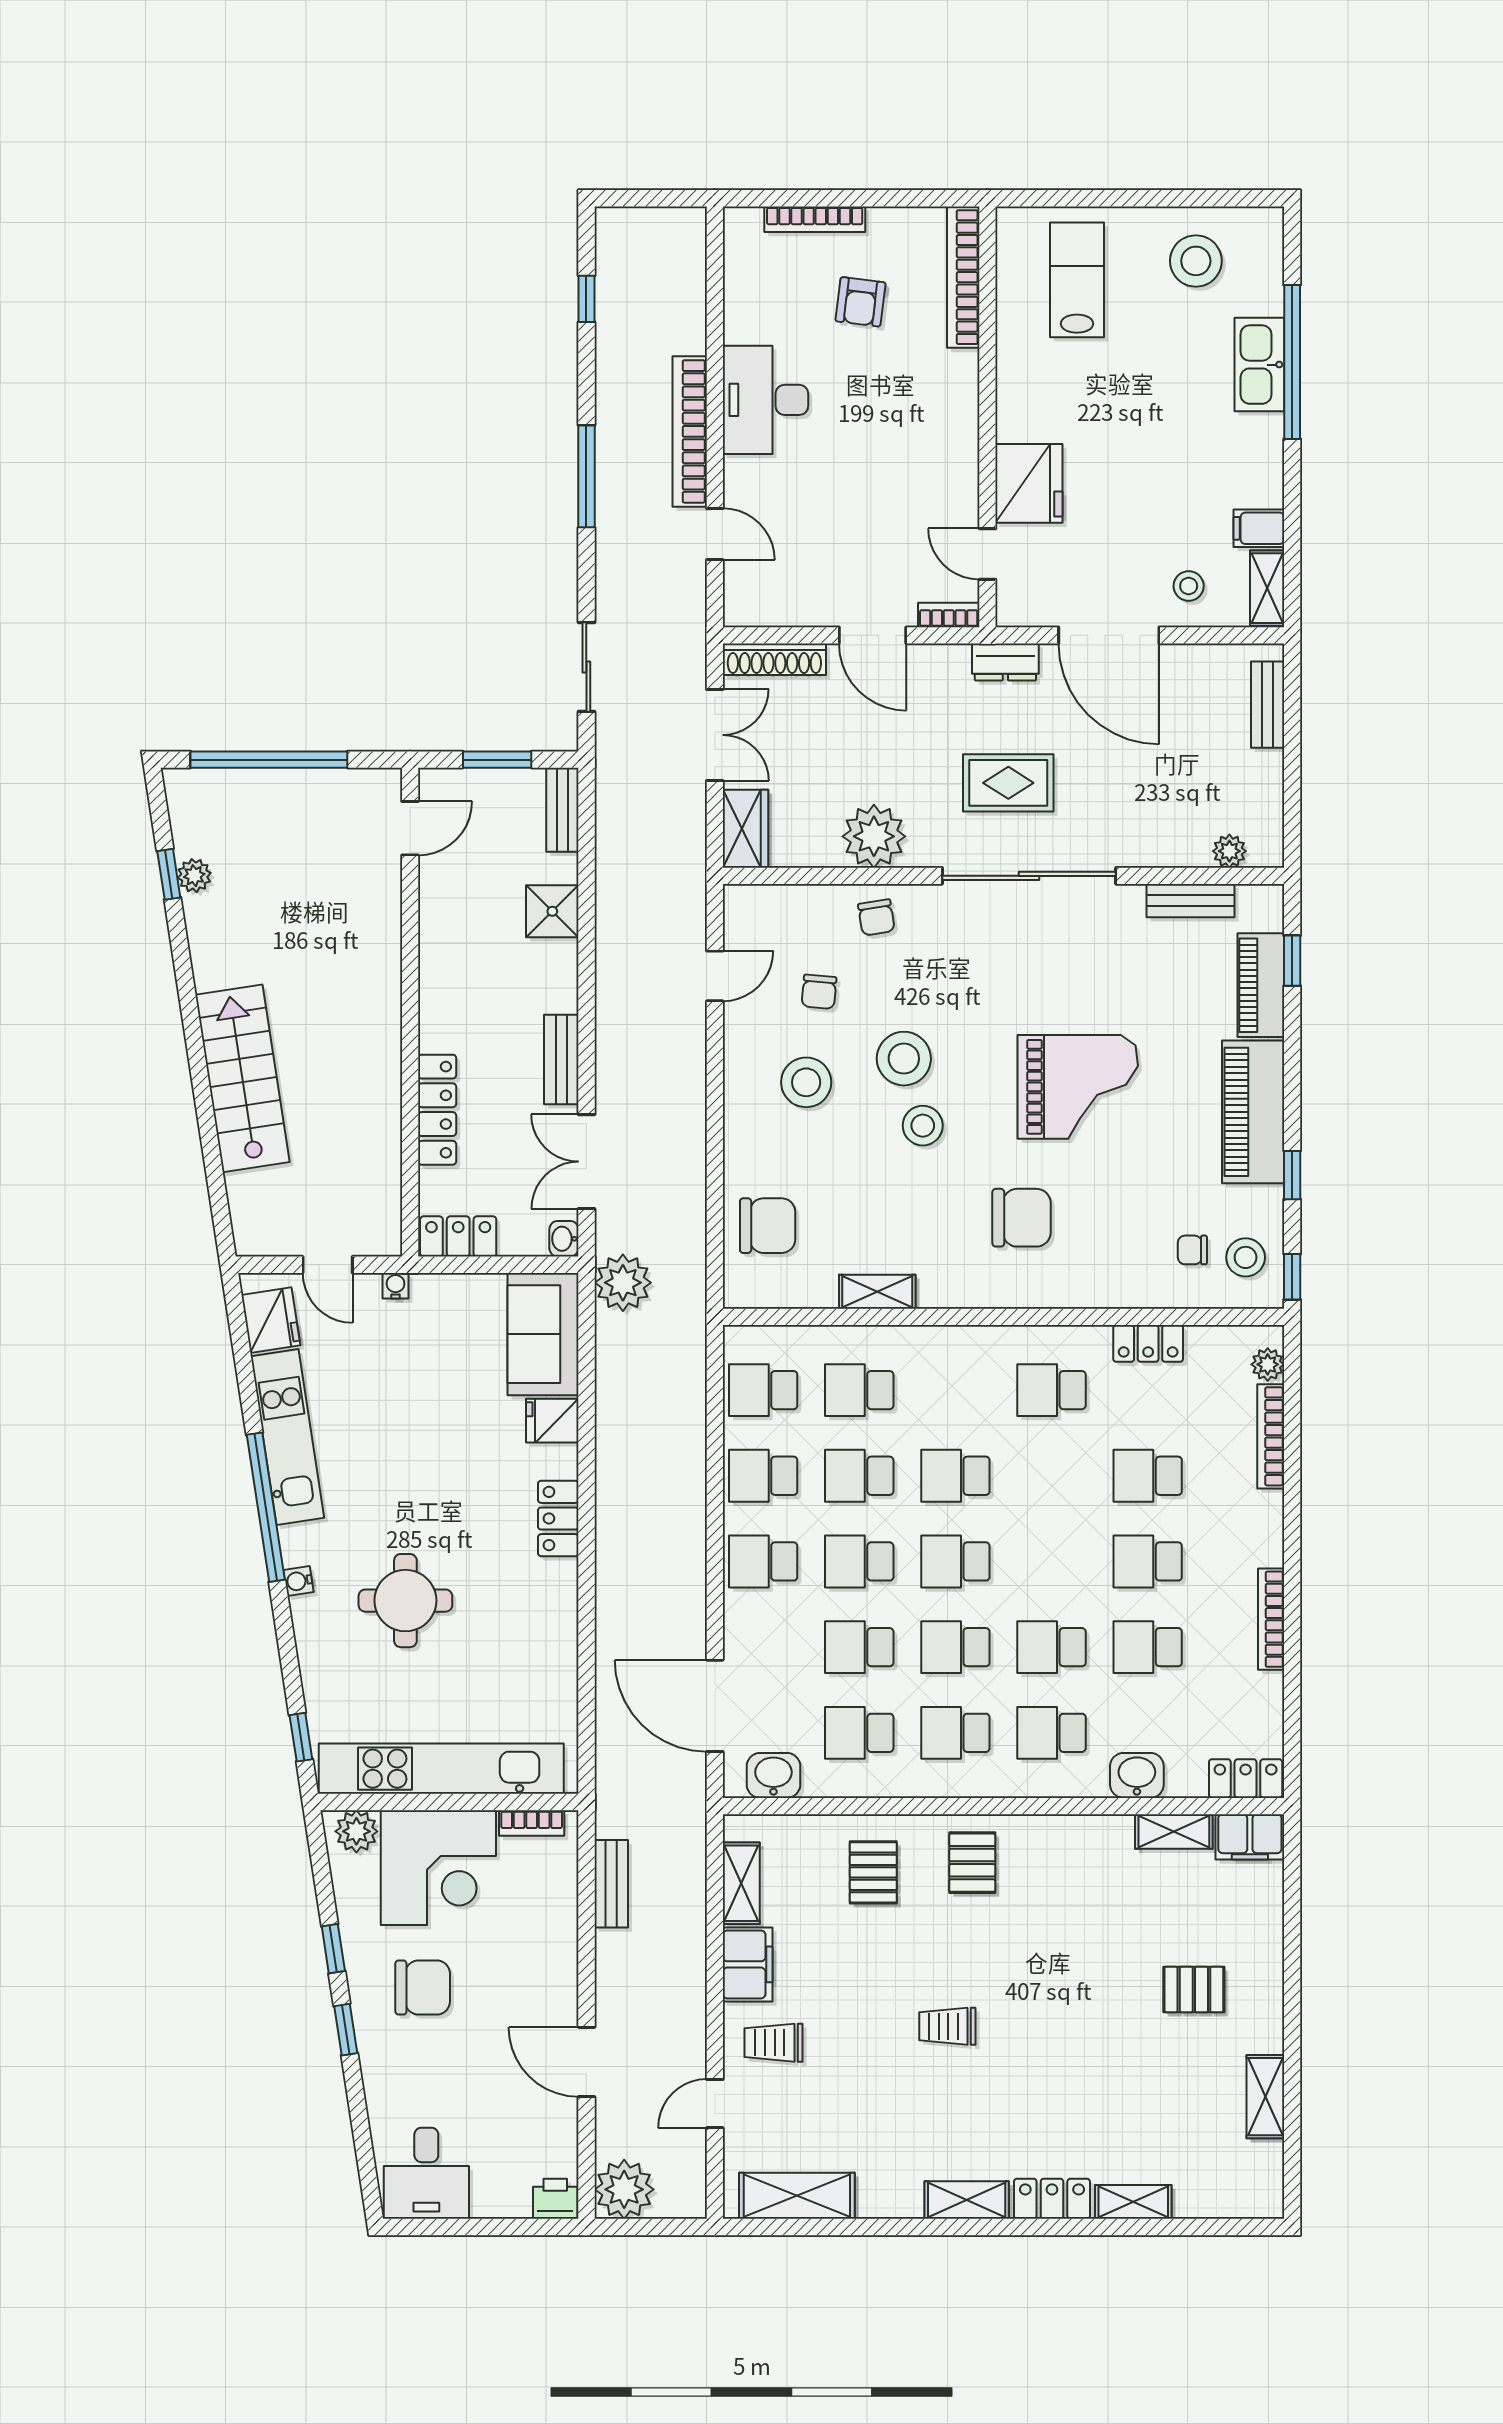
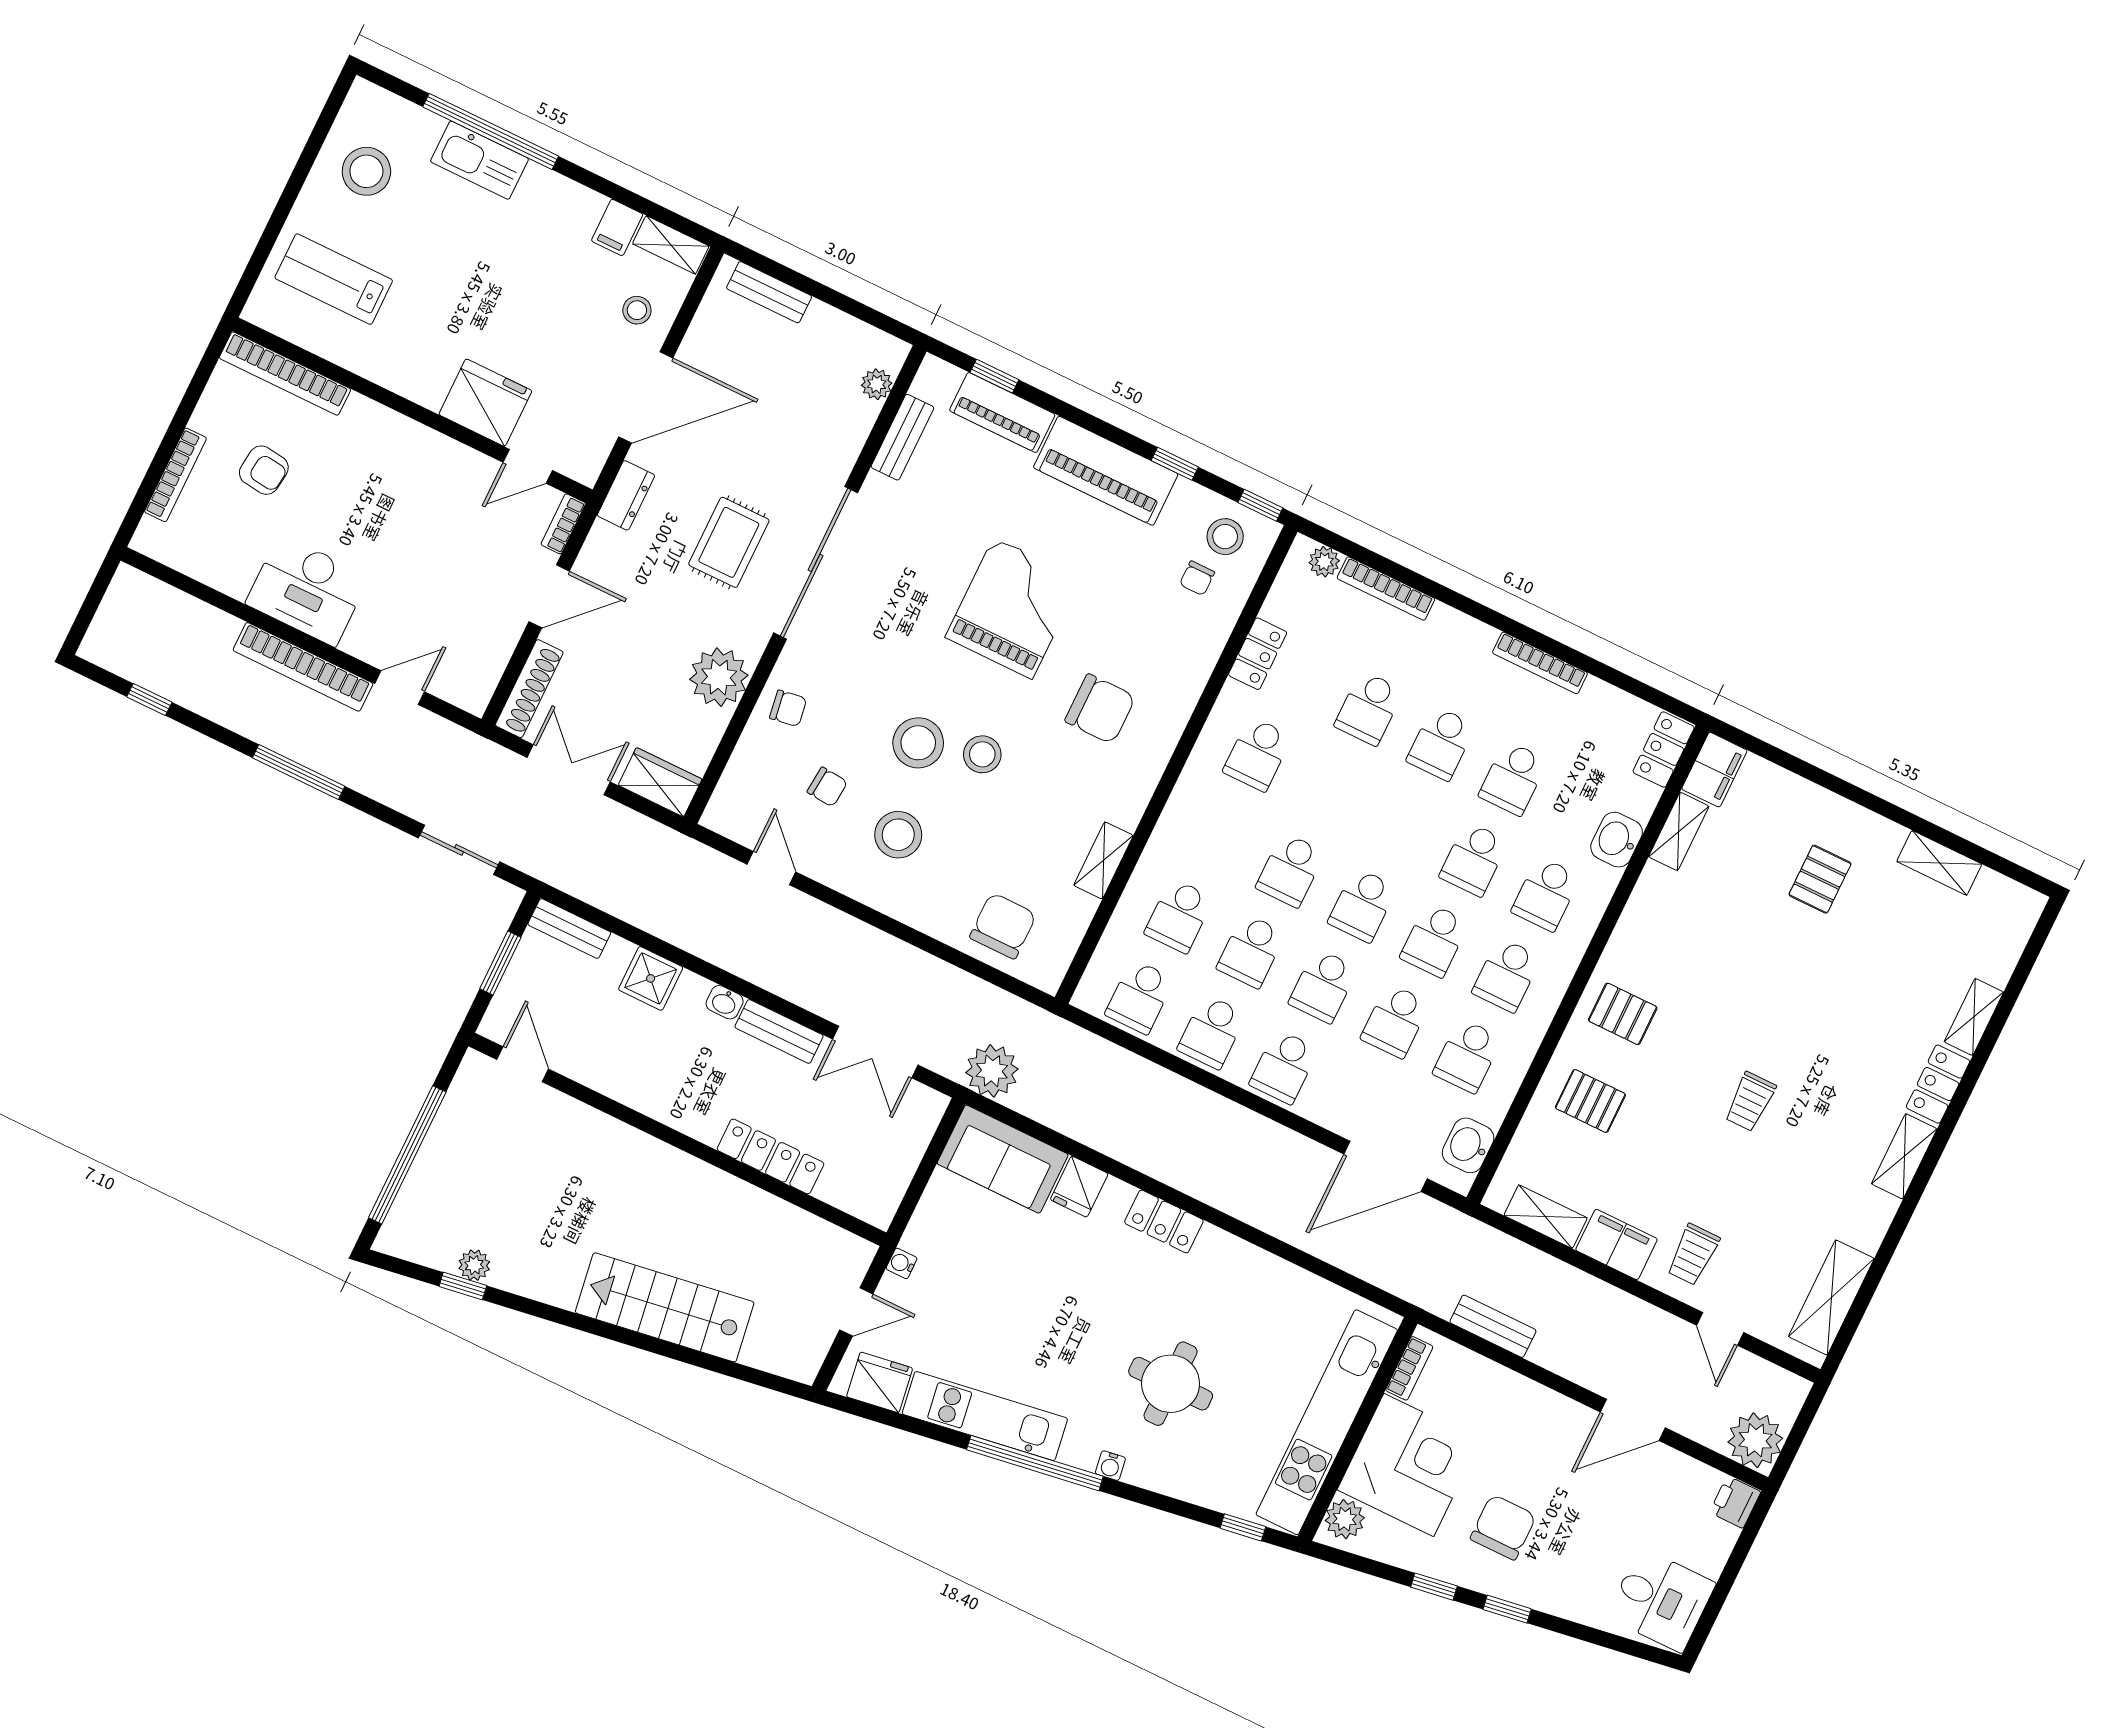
chair: (1022, 1218) -> (1100, 709), turned 90
locker: (458, 1236) -> (886, 1190), removed
washbasin: (564, 1239) -> (725, 1002), moved

